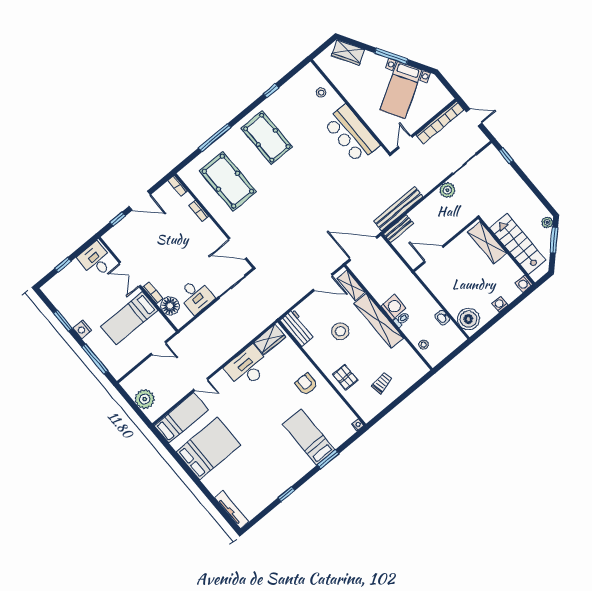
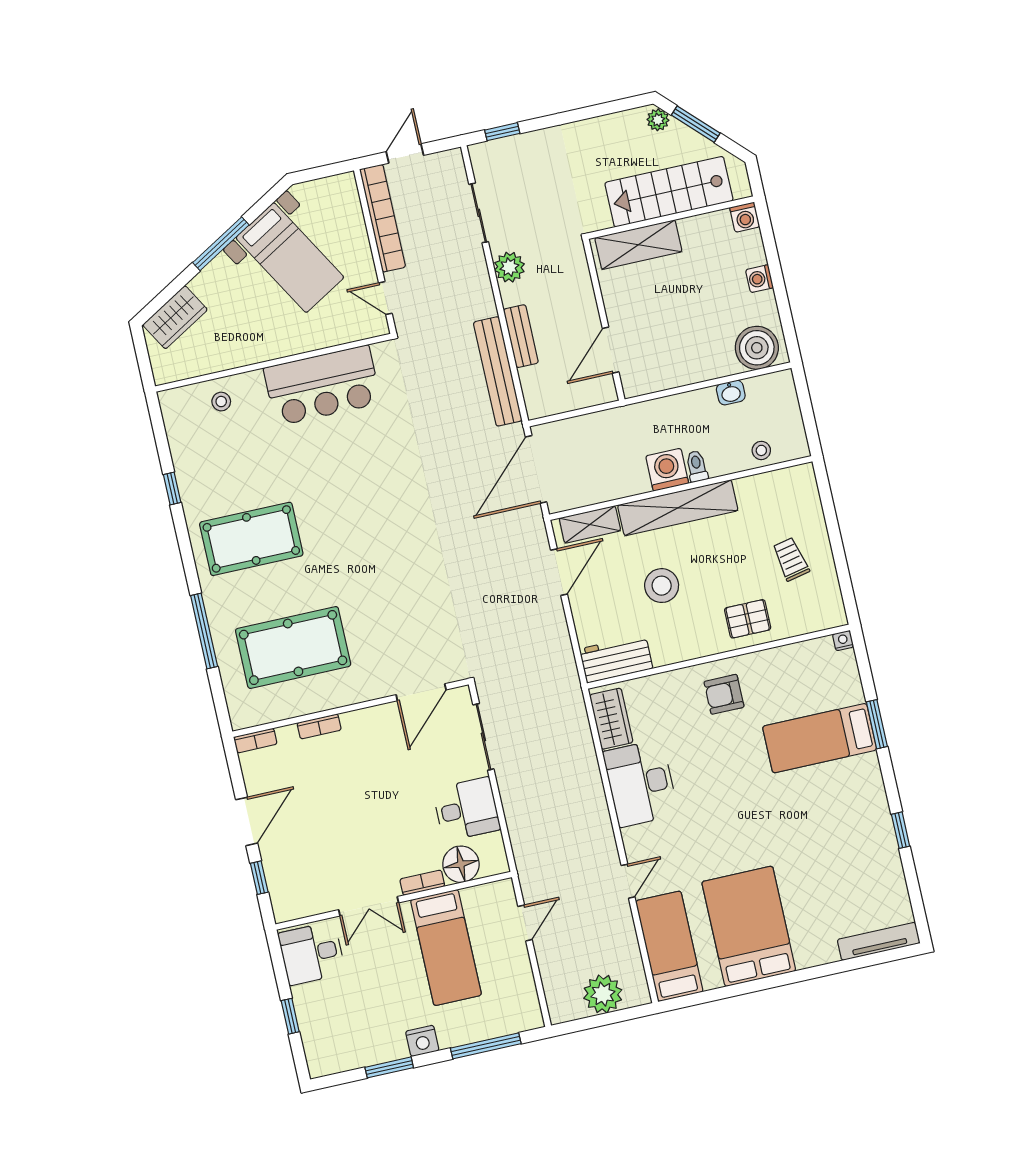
bench: (398, 229) -> (521, 336), moved

